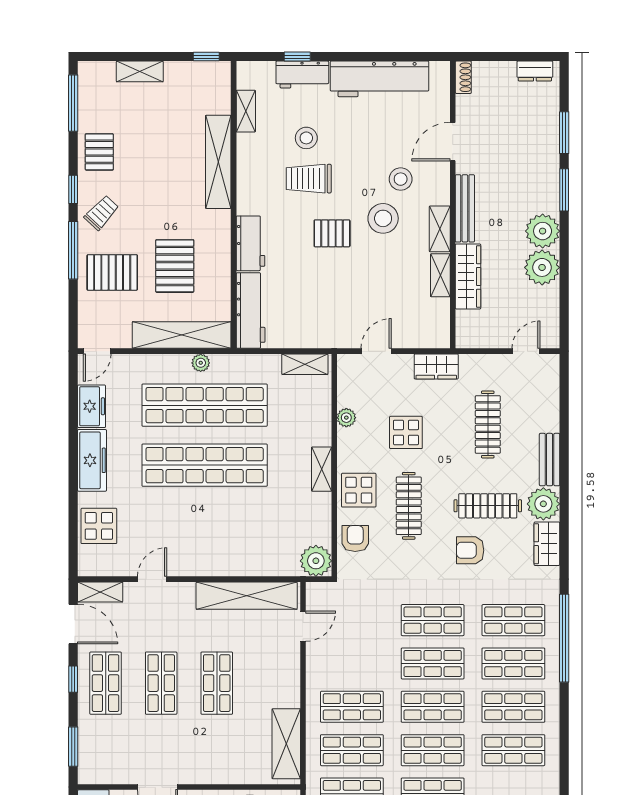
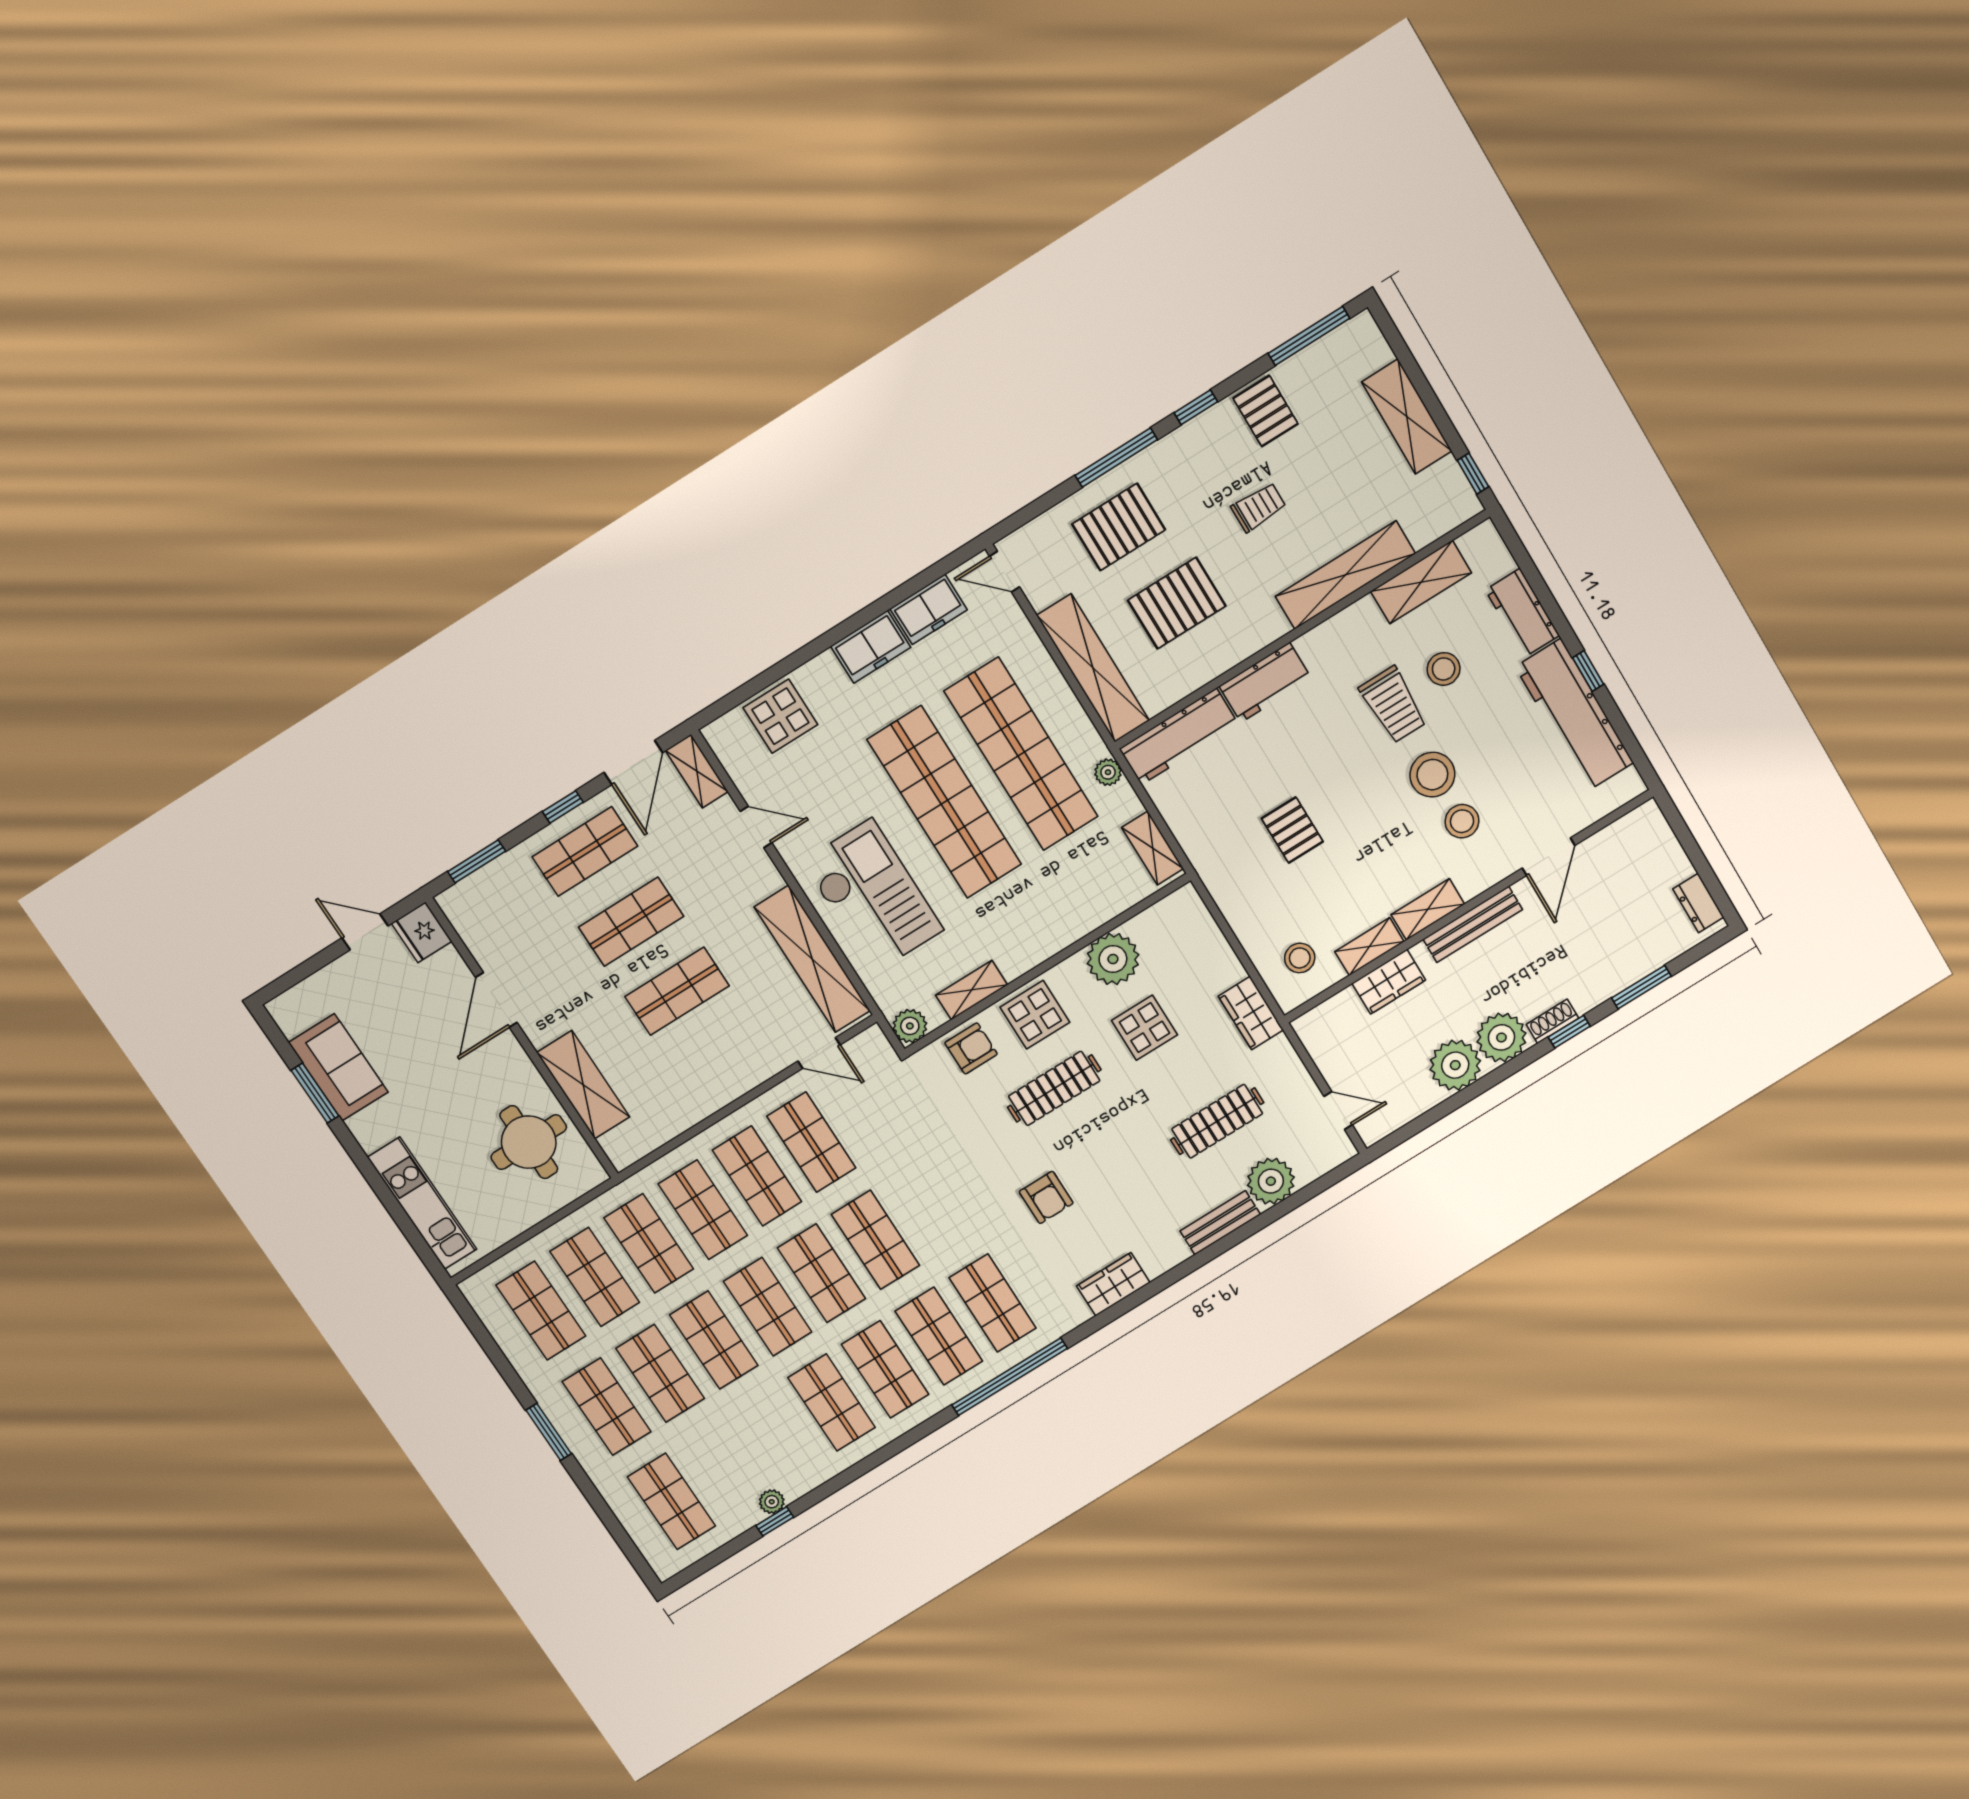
window: (297, 57) -> (1588, 671), moved
shelving: (140, 71) -> (1407, 417), width x1.50, depth x1.33
shoe rack: (463, 77) -> (1552, 1021), moved, turned 180
shelving: (246, 111) -> (1421, 582), width x1.50, depth x1.33
door: (453, 142) -> (1548, 857), swing flipped
pallet: (99, 152) -> (1266, 411), turned 90
trolley: (309, 179) -> (1393, 705), turned 180
window: (564, 190) -> (1569, 1032), width x0.67
trolley: (102, 213) -> (1258, 507), moved, turned -43
stool: (383, 218) -> (1432, 775), moved
pallet: (332, 233) -> (1292, 830), moved
pallet: (112, 272) -> (1119, 527), turned 90
wardrobe: (468, 276) -> (1389, 982), width x0.67
stool: (422, 319) -> (1300, 958), added
door: (376, 351) -> (1224, 927), removed
plant: (201, 363) -> (1108, 772), moved
plant: (346, 418) -> (1113, 959), width x1.88, depth x1.88
freezer: (92, 460) -> (871, 647), width x0.71
shelving: (322, 469) -> (972, 990), moved
plant: (543, 504) -> (1271, 1181), moved
clothes rail: (488, 506) -> (1115, 1184), removed
checkout: (232, 539) -> (873, 896), added
armchair: (470, 550) -> (1046, 1197), turned 180
plant: (316, 561) -> (910, 1026), width x0.73, depth x0.73
shop shelf: (433, 620) -> (811, 1142), moved
shelving: (286, 744) -> (583, 1085), moved, turned 90

